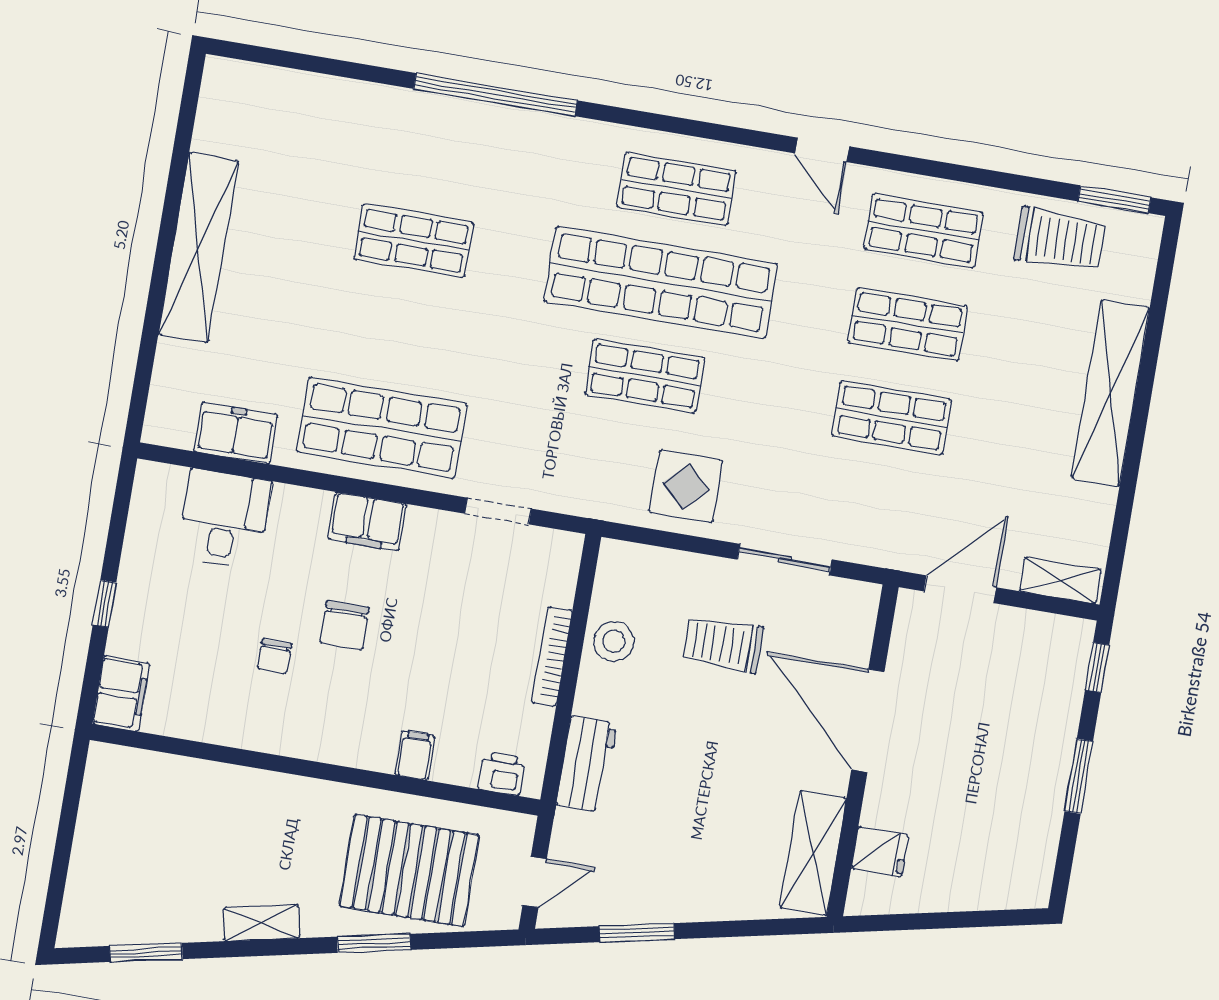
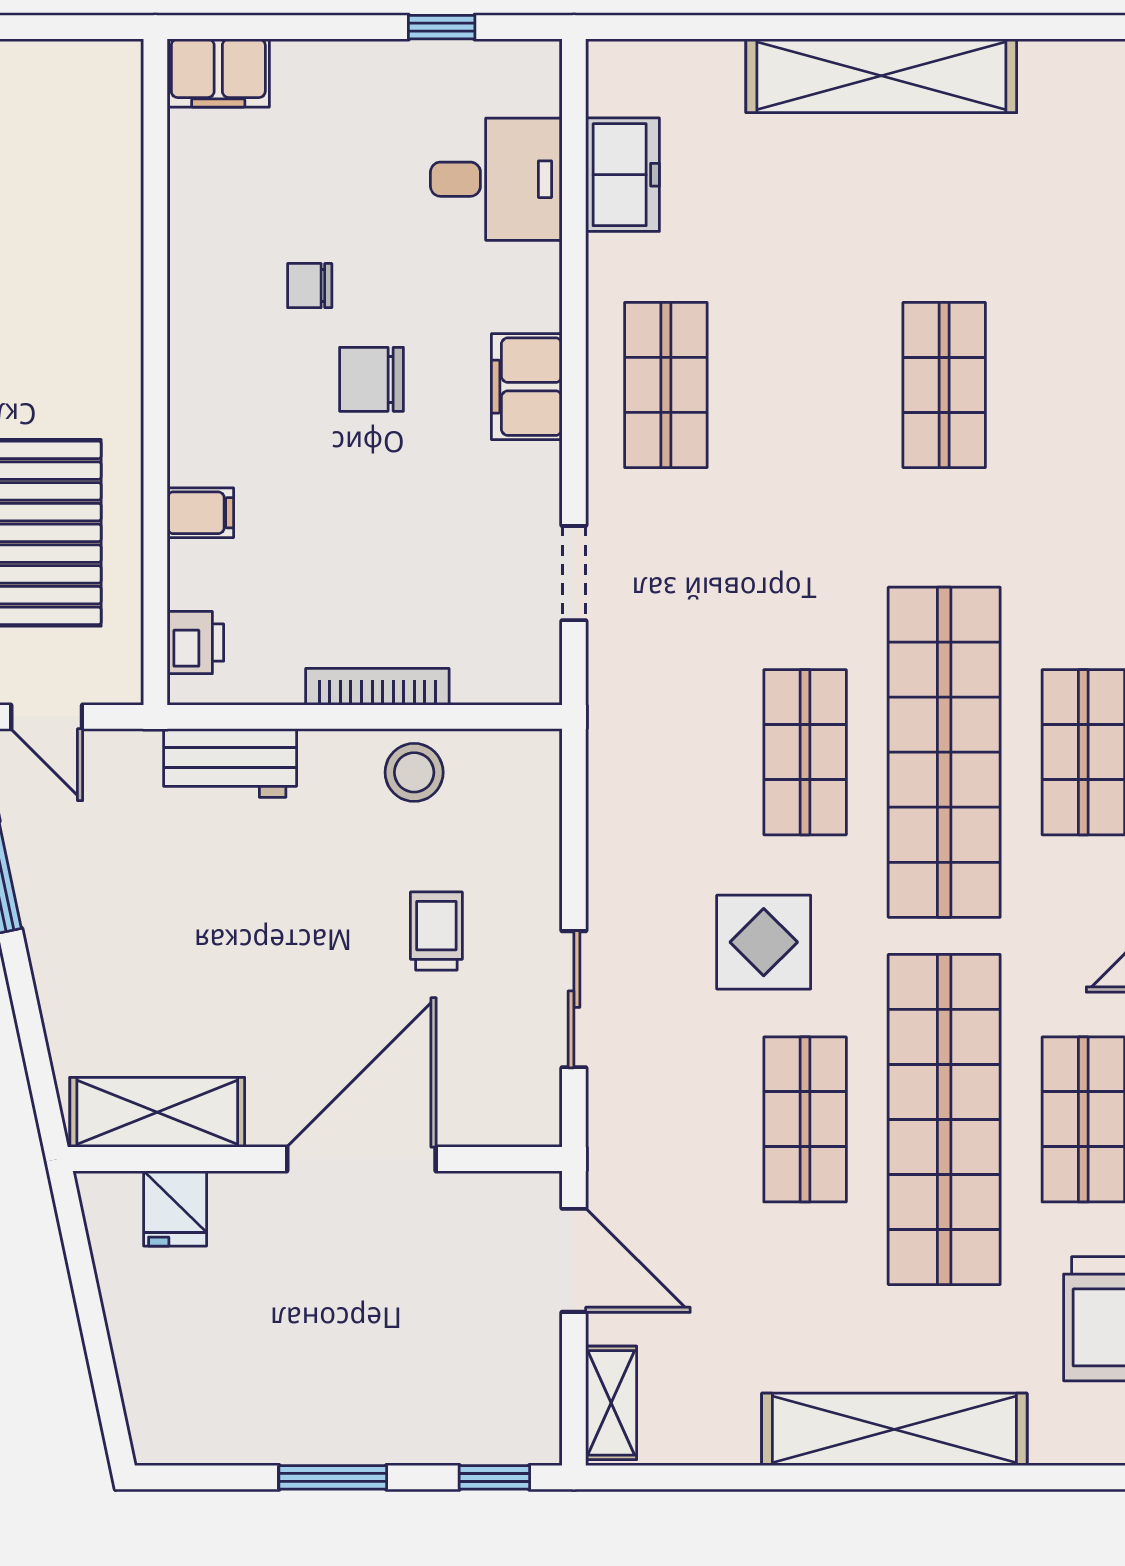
shop shelf: (908, 324) -> (944, 1119), width x2.00, depth x1.36
shop shelf: (382, 428) -> (666, 385), width x0.70, depth x0.74
display table: (686, 486) -> (764, 942), moved
window: (105, 604) -> (442, 27), moved
trolley: (723, 644) -> (436, 931), width x0.73, depth x0.72

